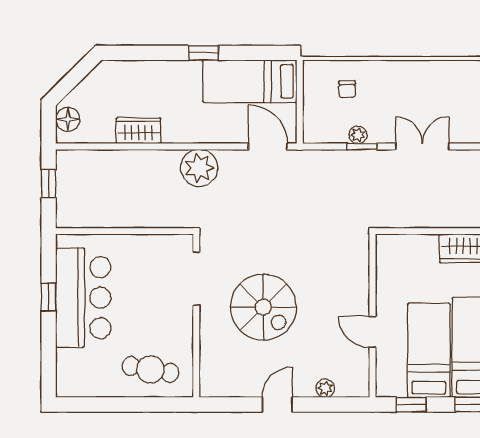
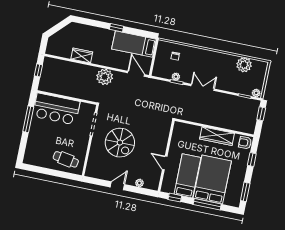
floor lamp: (68, 119) -> (52, 44), removed
window: (49, 297) -> (28, 119), width x2.17
bar counter: (83, 298) -> (56, 109), moved, turned 90

